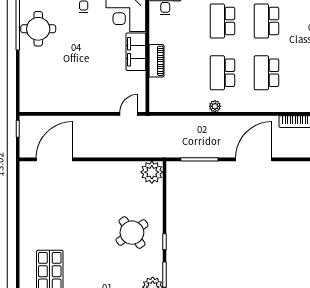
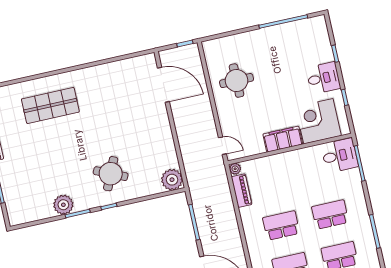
round table: (38, 29) -> (237, 81), moved
piano: (156, 61) -> (241, 191), moved, turned -90
plant: (215, 106) -> (235, 169), moved
round table: (132, 233) -> (111, 174), turned -30

